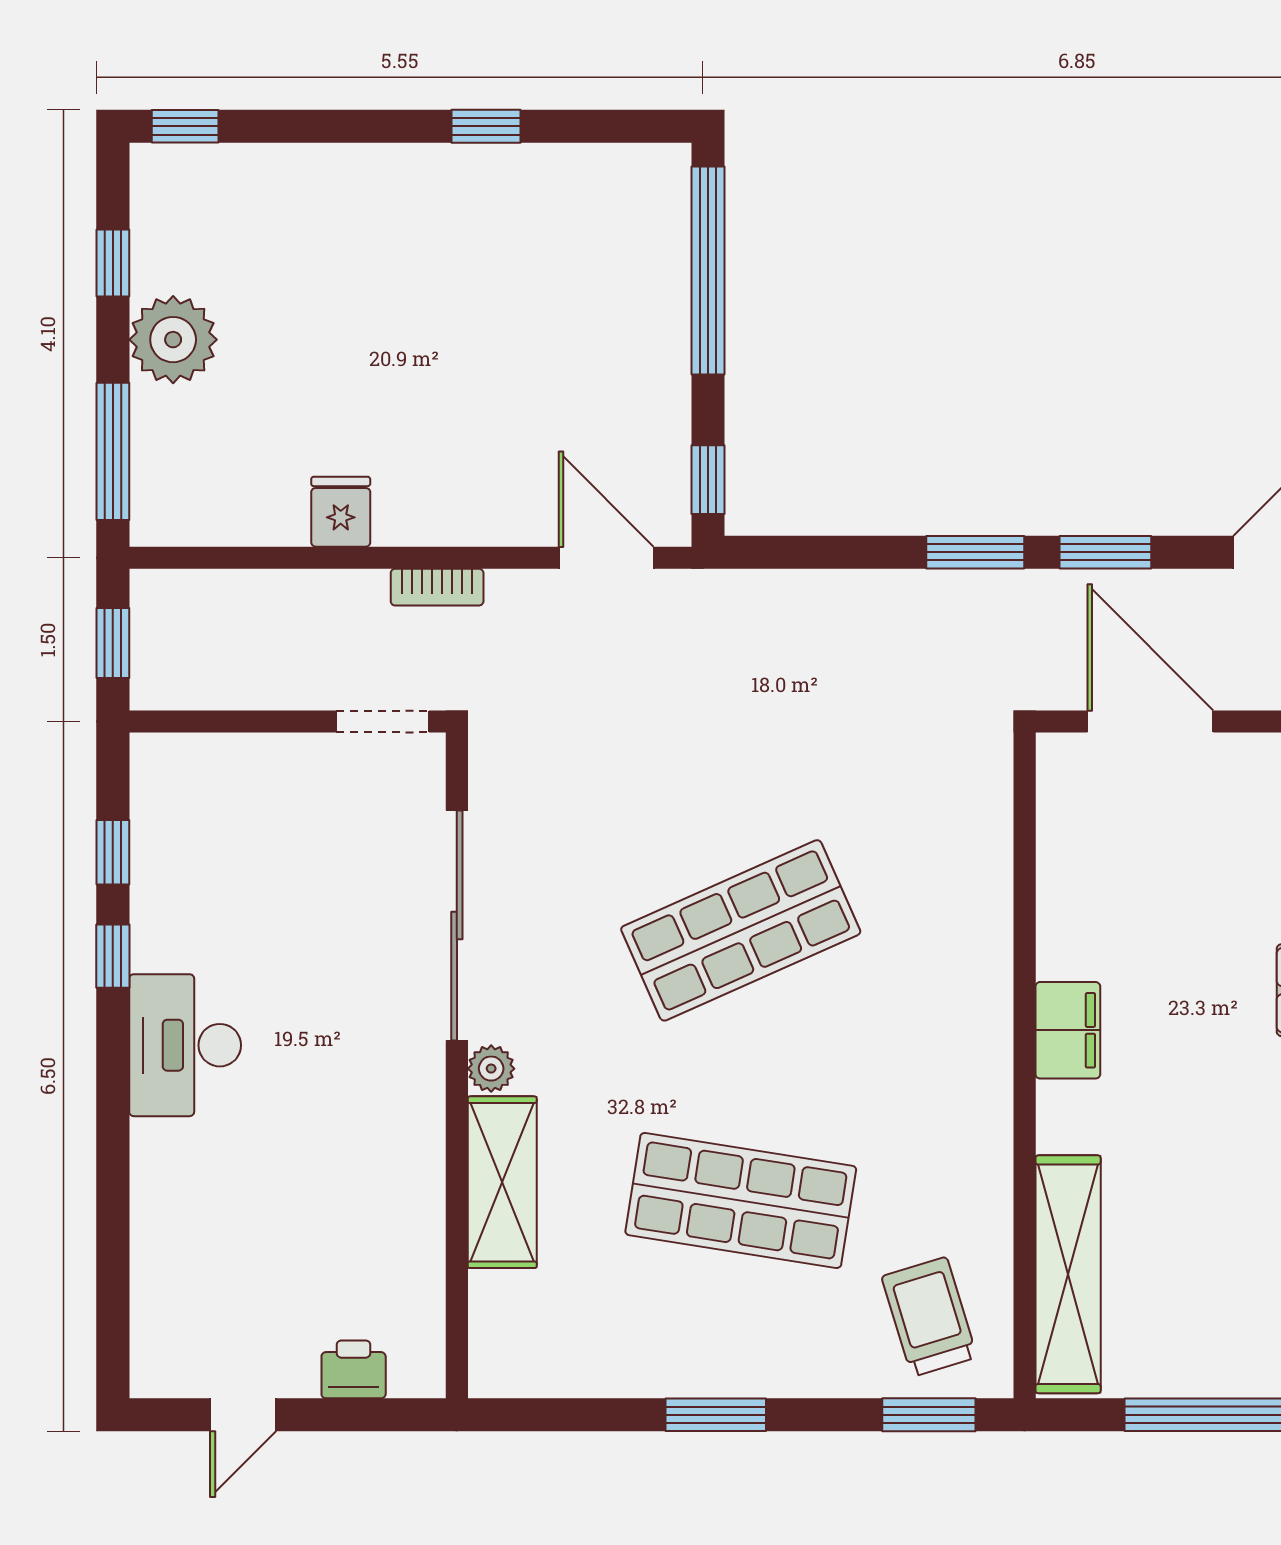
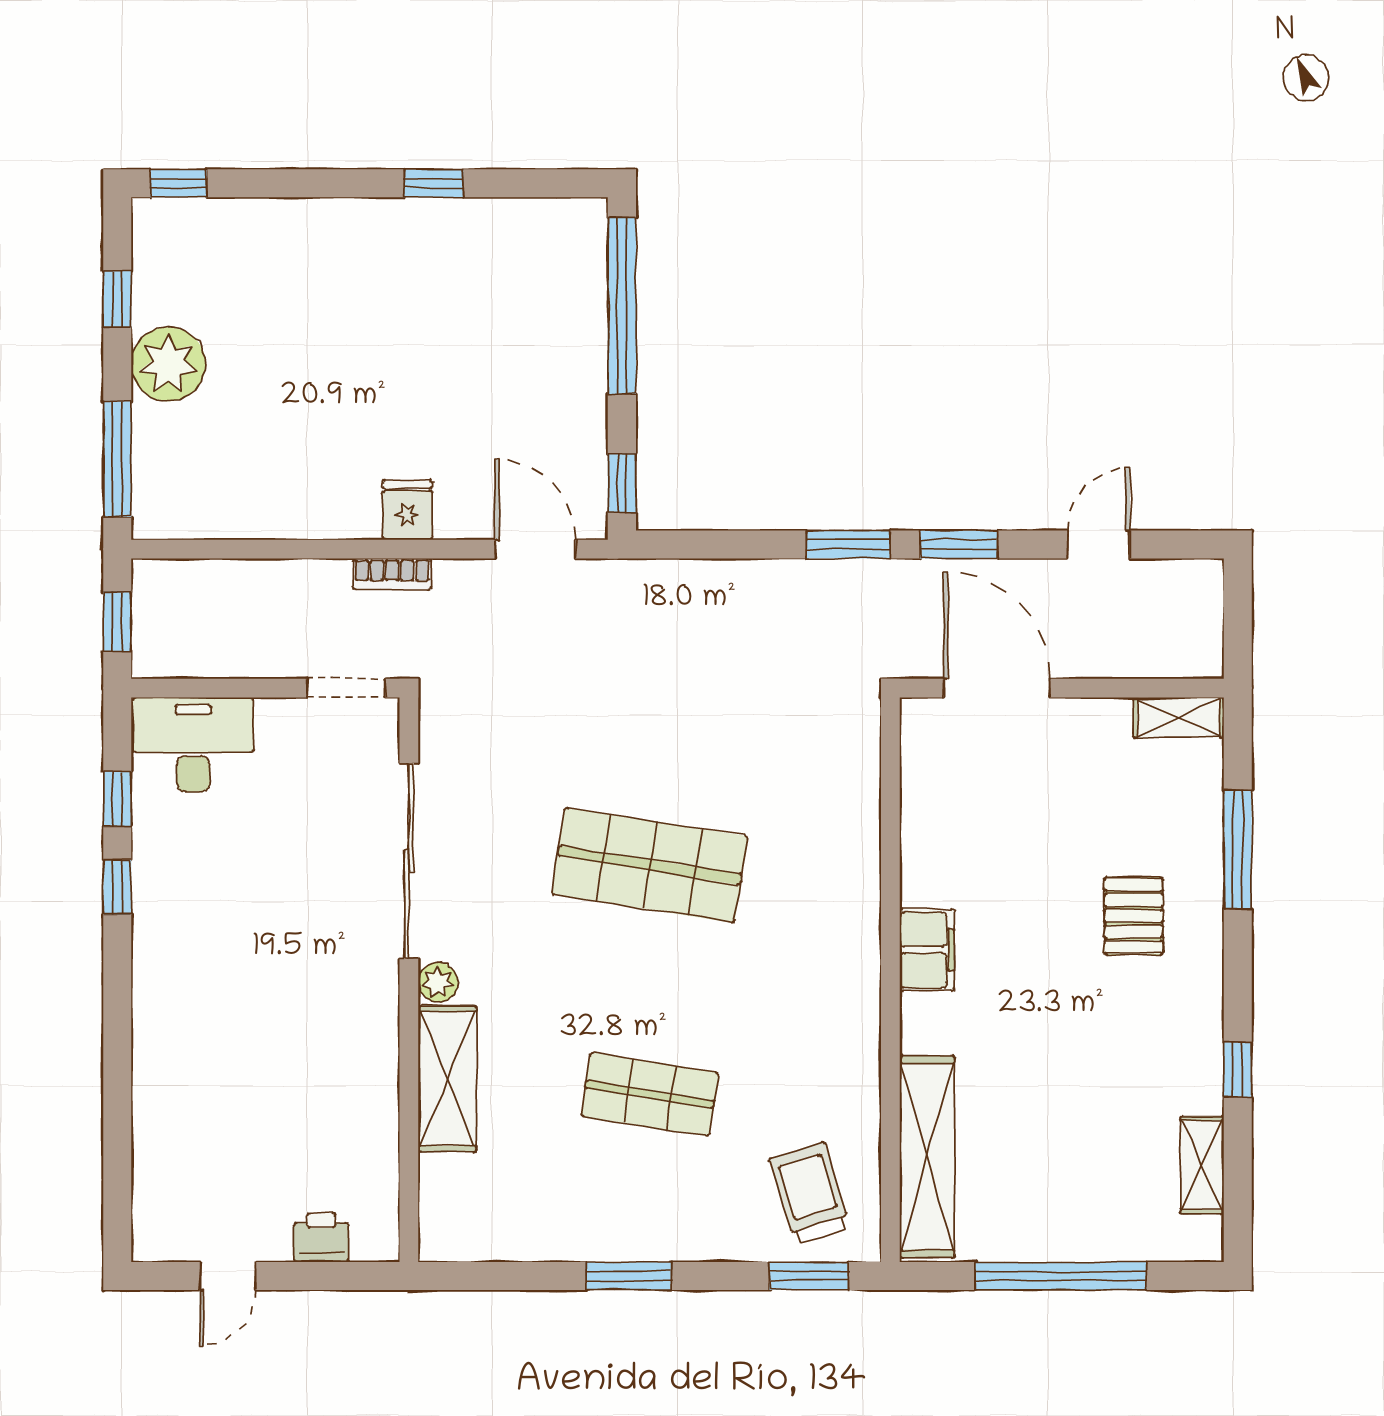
fridge: (341, 512) -> (407, 510), moved
shop shelf: (741, 930) -> (650, 865), turned 33
desk: (185, 1045) -> (193, 745), moved, turned 90
shop shelf: (741, 1200) -> (650, 1094), width x0.70, depth x0.74

